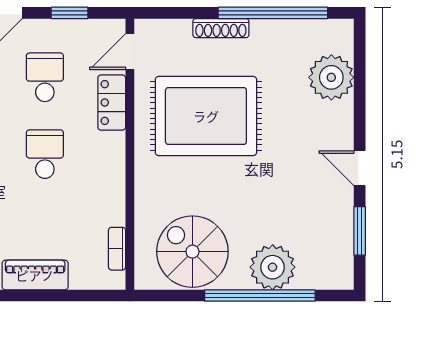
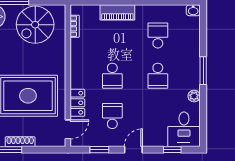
school desk: (45, 77) -> (112, 116), turned 180
spiral stairs: (192, 252) -> (35, 25), turned 90

